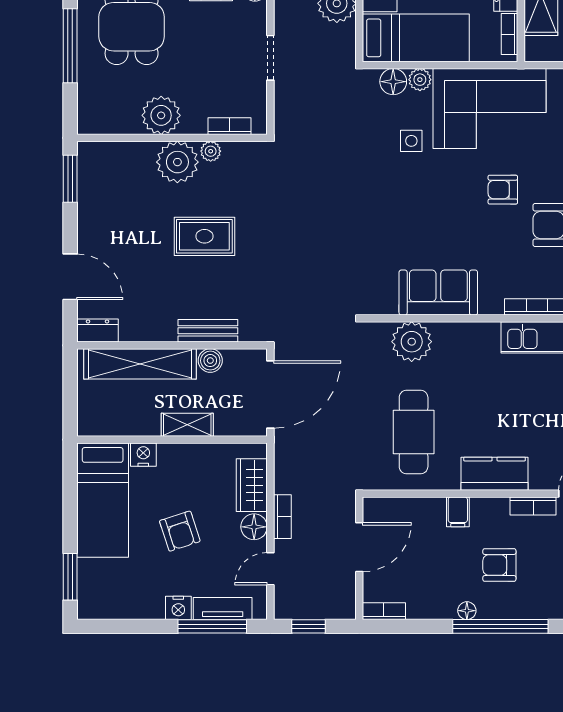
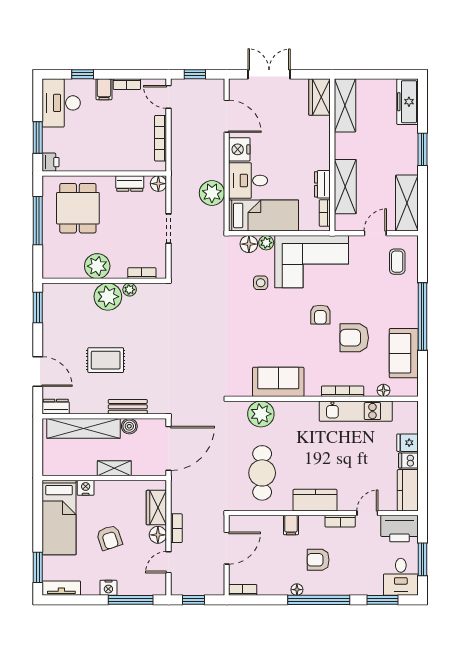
armchair: (503, 190) -> (320, 315), turned -90
rug: (204, 236) -> (106, 360), moved
tv unit: (223, 608) -> (61, 588), moved

